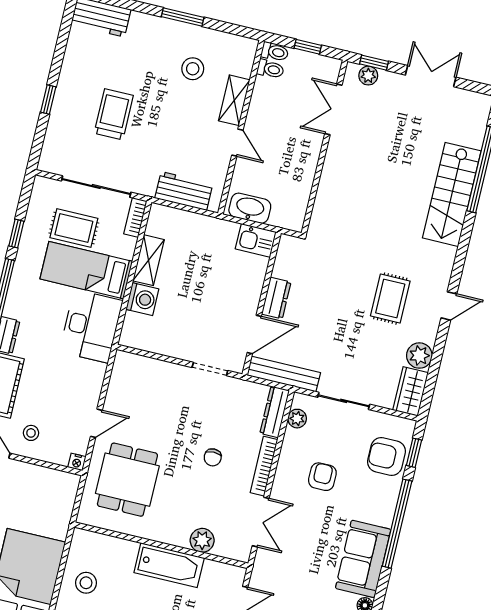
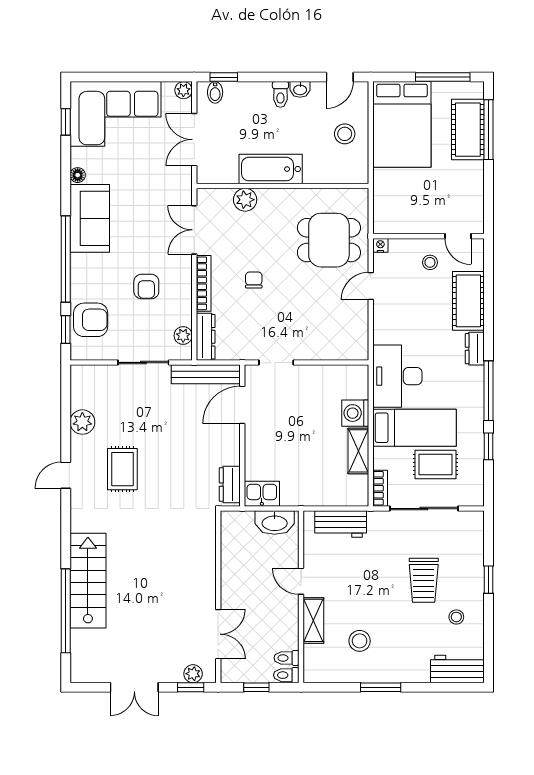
stool: (90, 70) -> (456, 617), added
dresser: (276, 298) -> (230, 485), moved
wardrobe: (411, 391) -> (83, 386), removed
dining table: (127, 480) -> (329, 240), turned 90

